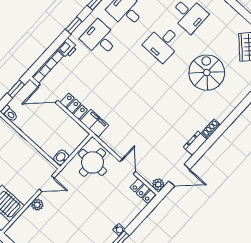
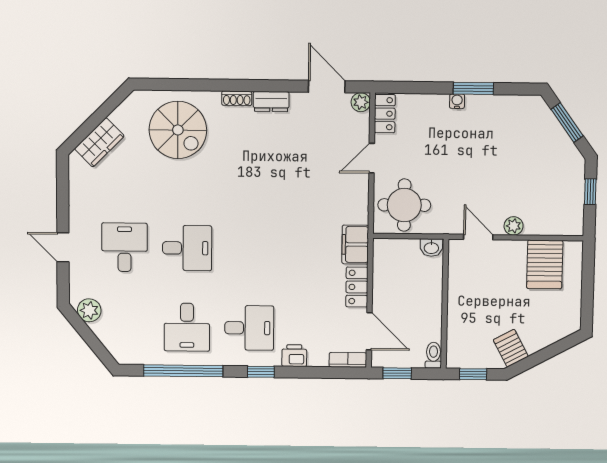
desk: (99, 39) -> (249, 328), turned -90
bookcase: (47, 66) -> (348, 360), width x0.64
spiral stairs: (207, 73) -> (178, 130), moved, turned -90

